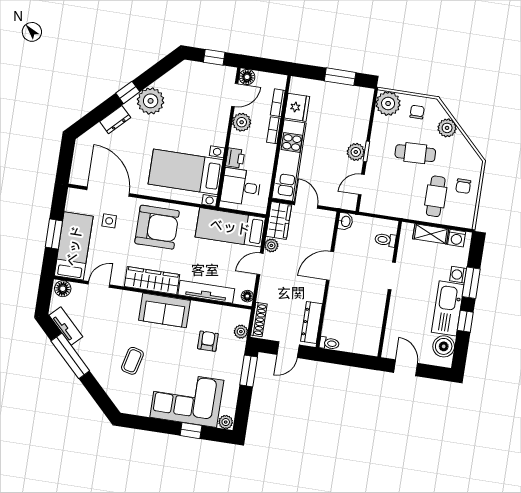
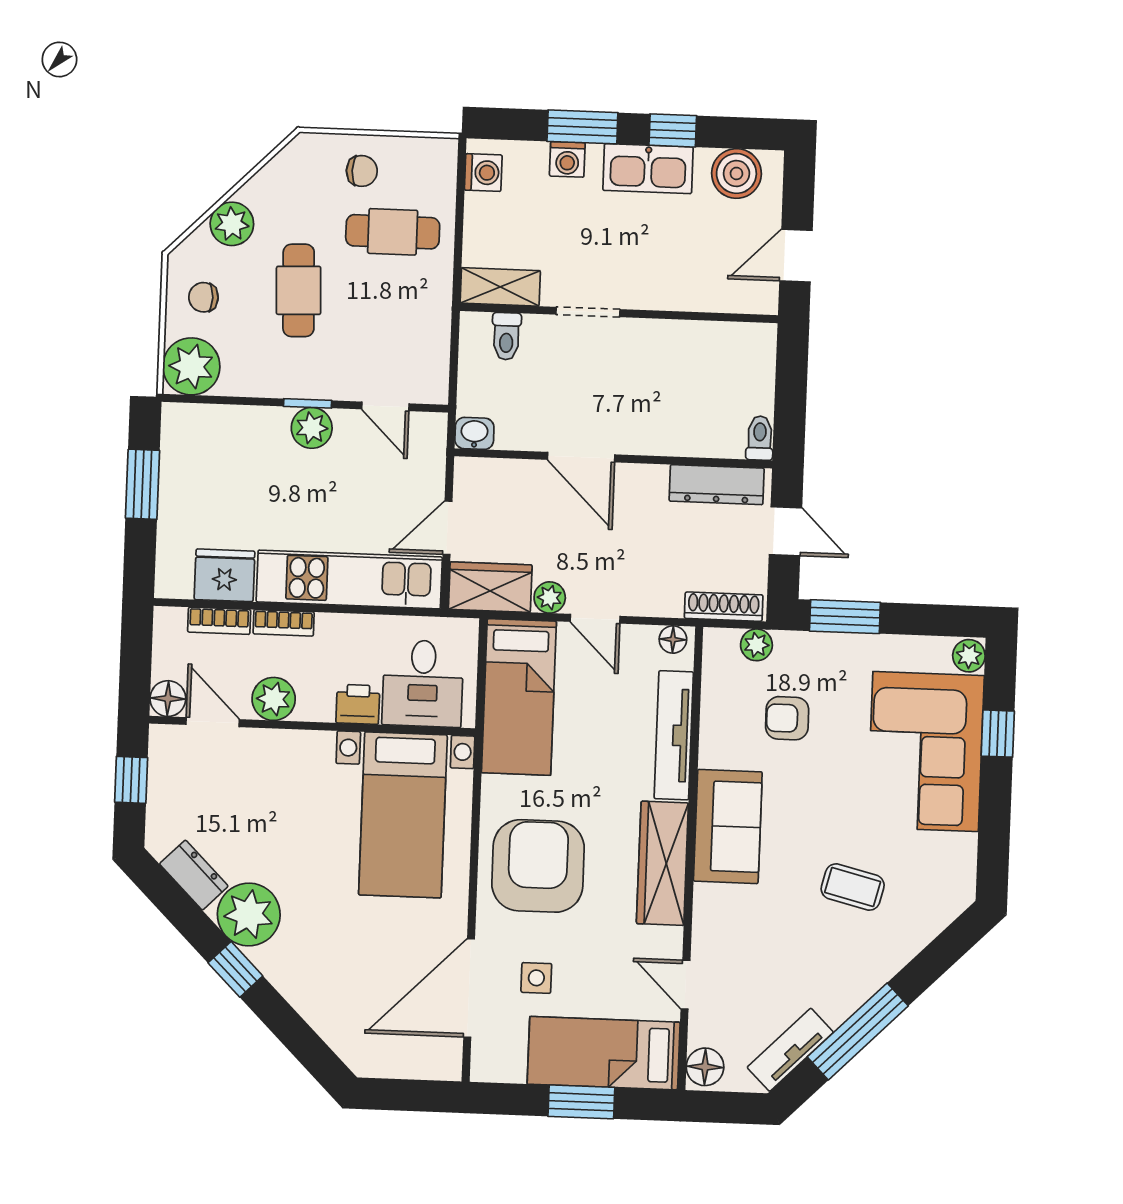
dresser: (115, 120) -> (194, 875), moved
shelving: (431, 234) -> (500, 287), moved, turned 90
kitchen sink: (448, 308) -> (648, 169), width x0.73, depth x0.81

